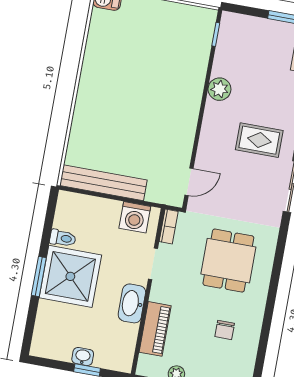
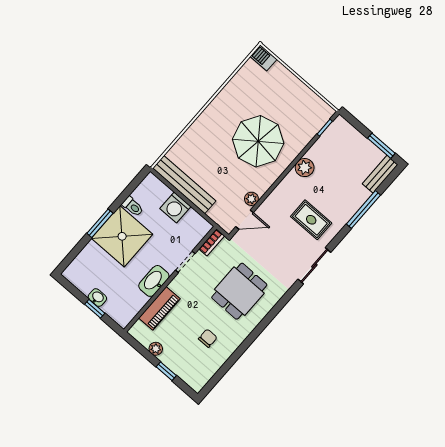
parasol: (154, 91) -> (258, 141), added
plant: (183, 156) -> (251, 199), added
washing machine: (135, 217) -> (175, 208), moved
chair: (225, 330) -> (208, 338), turned 180

